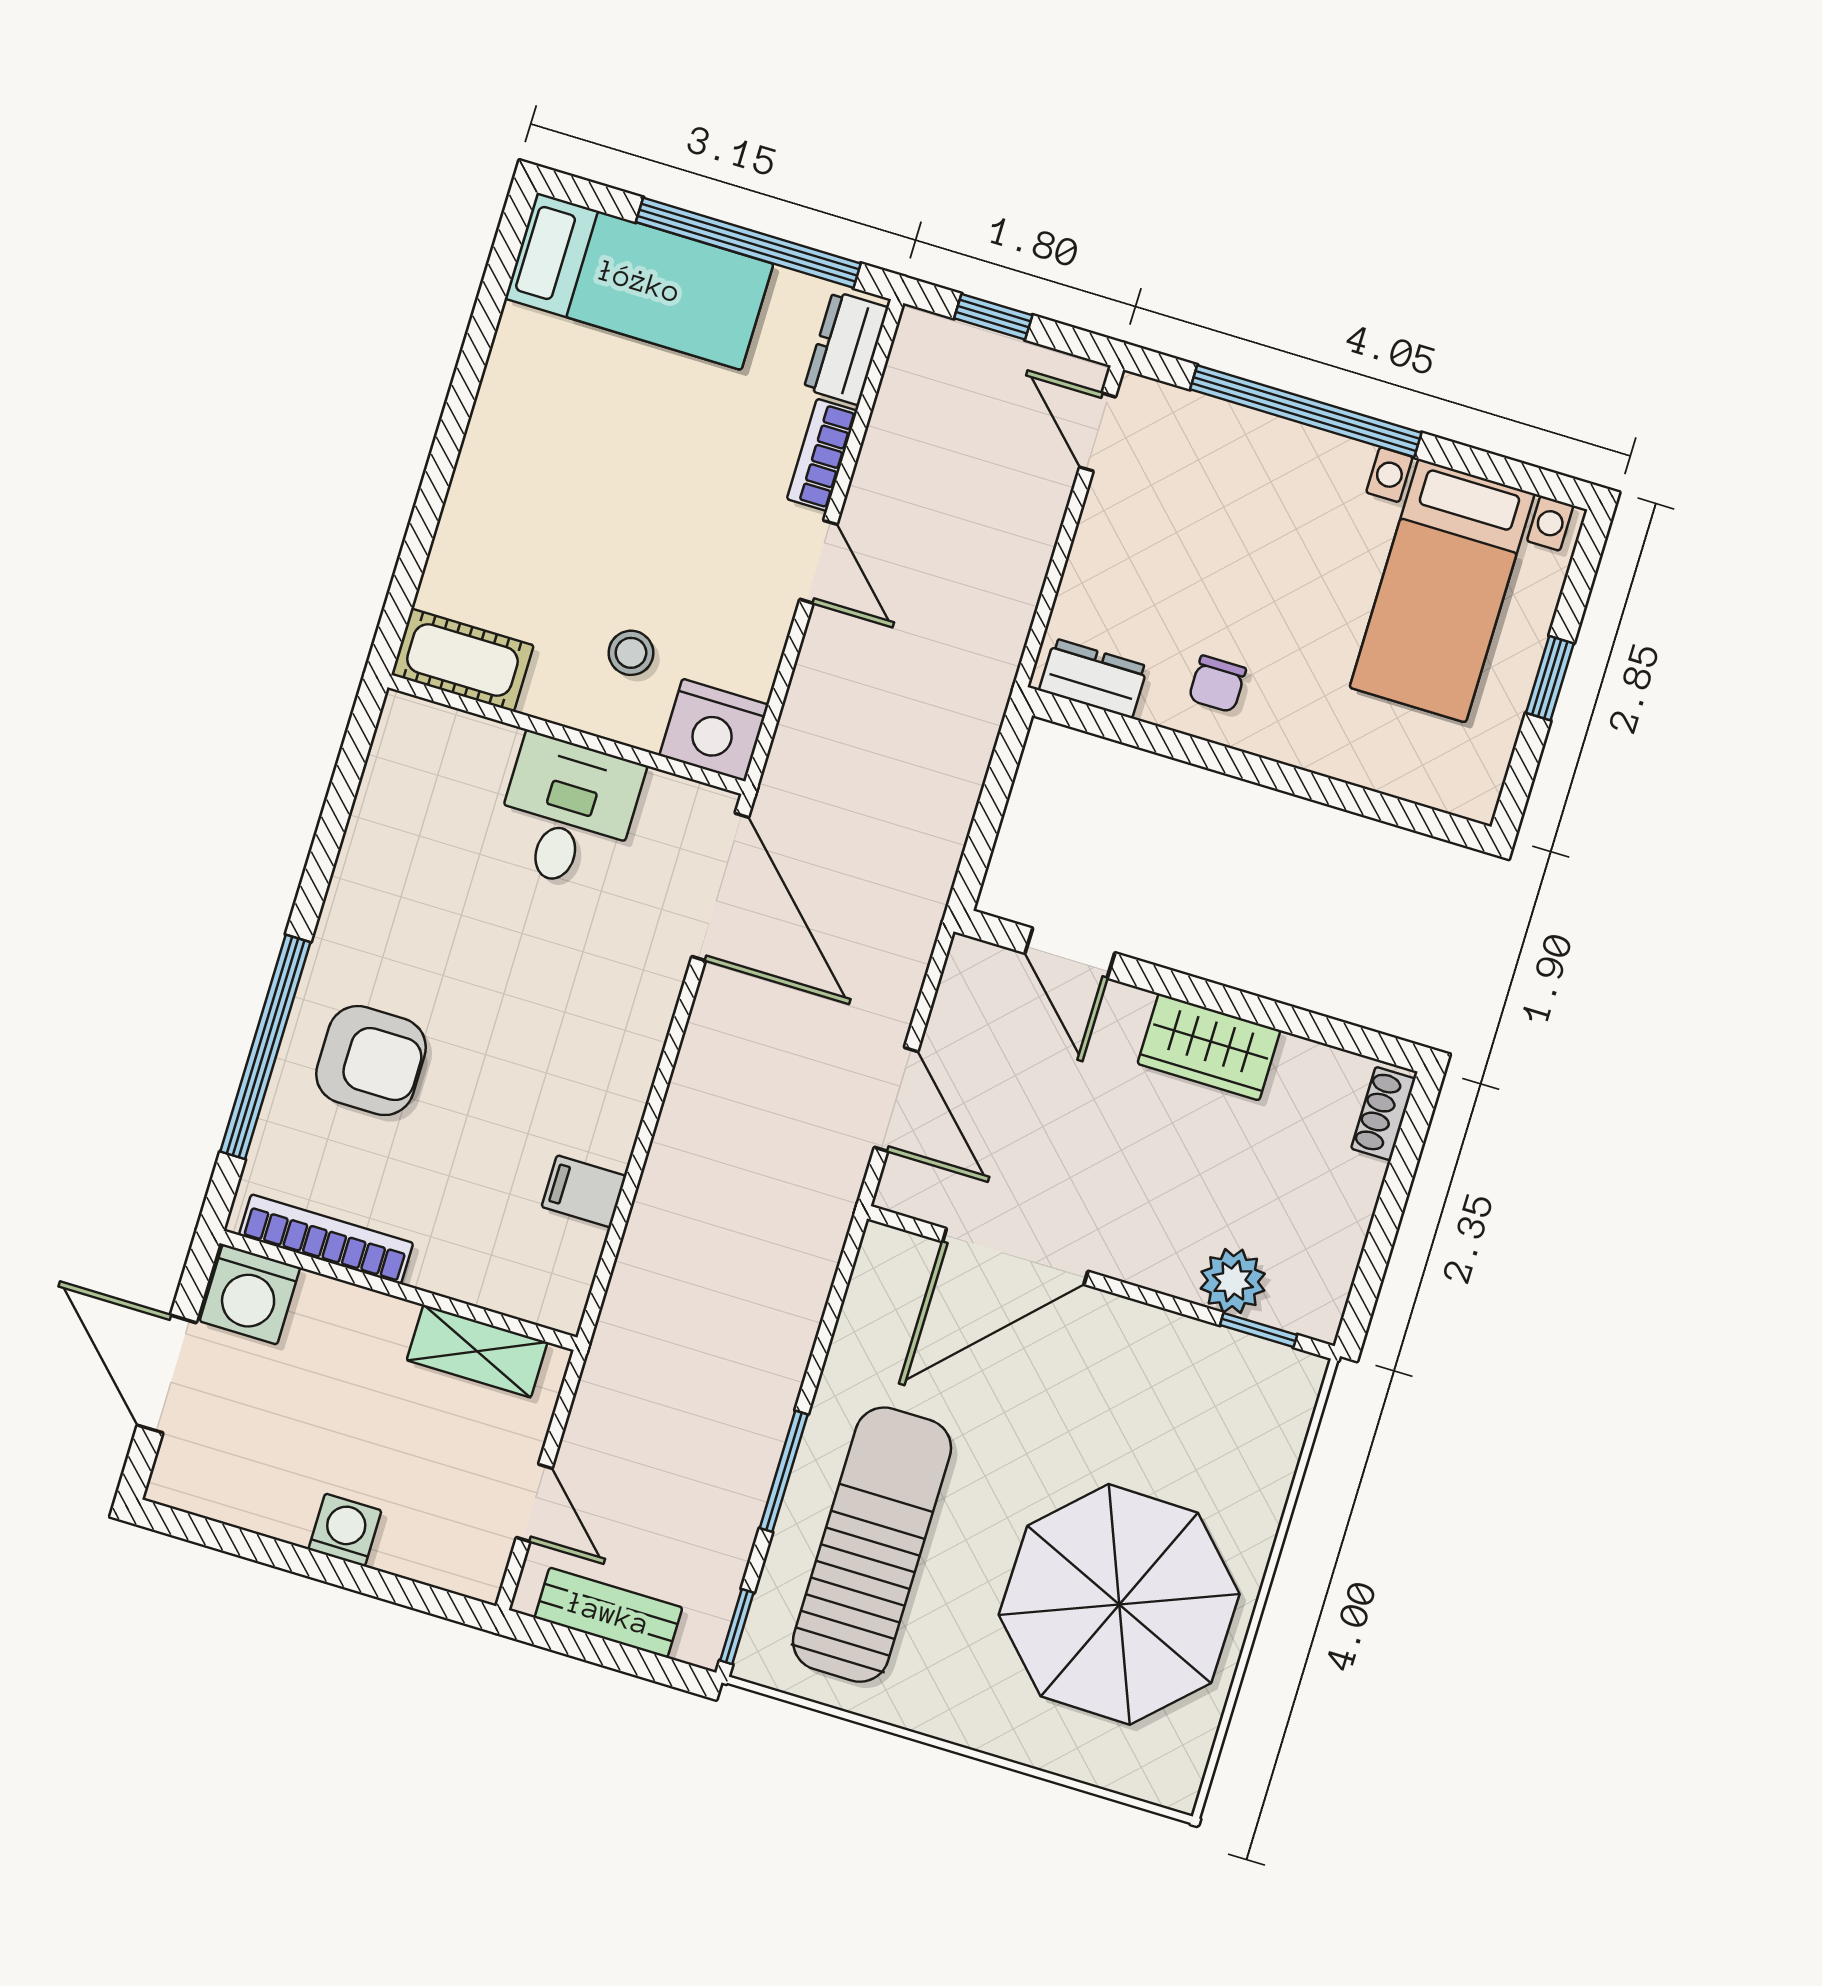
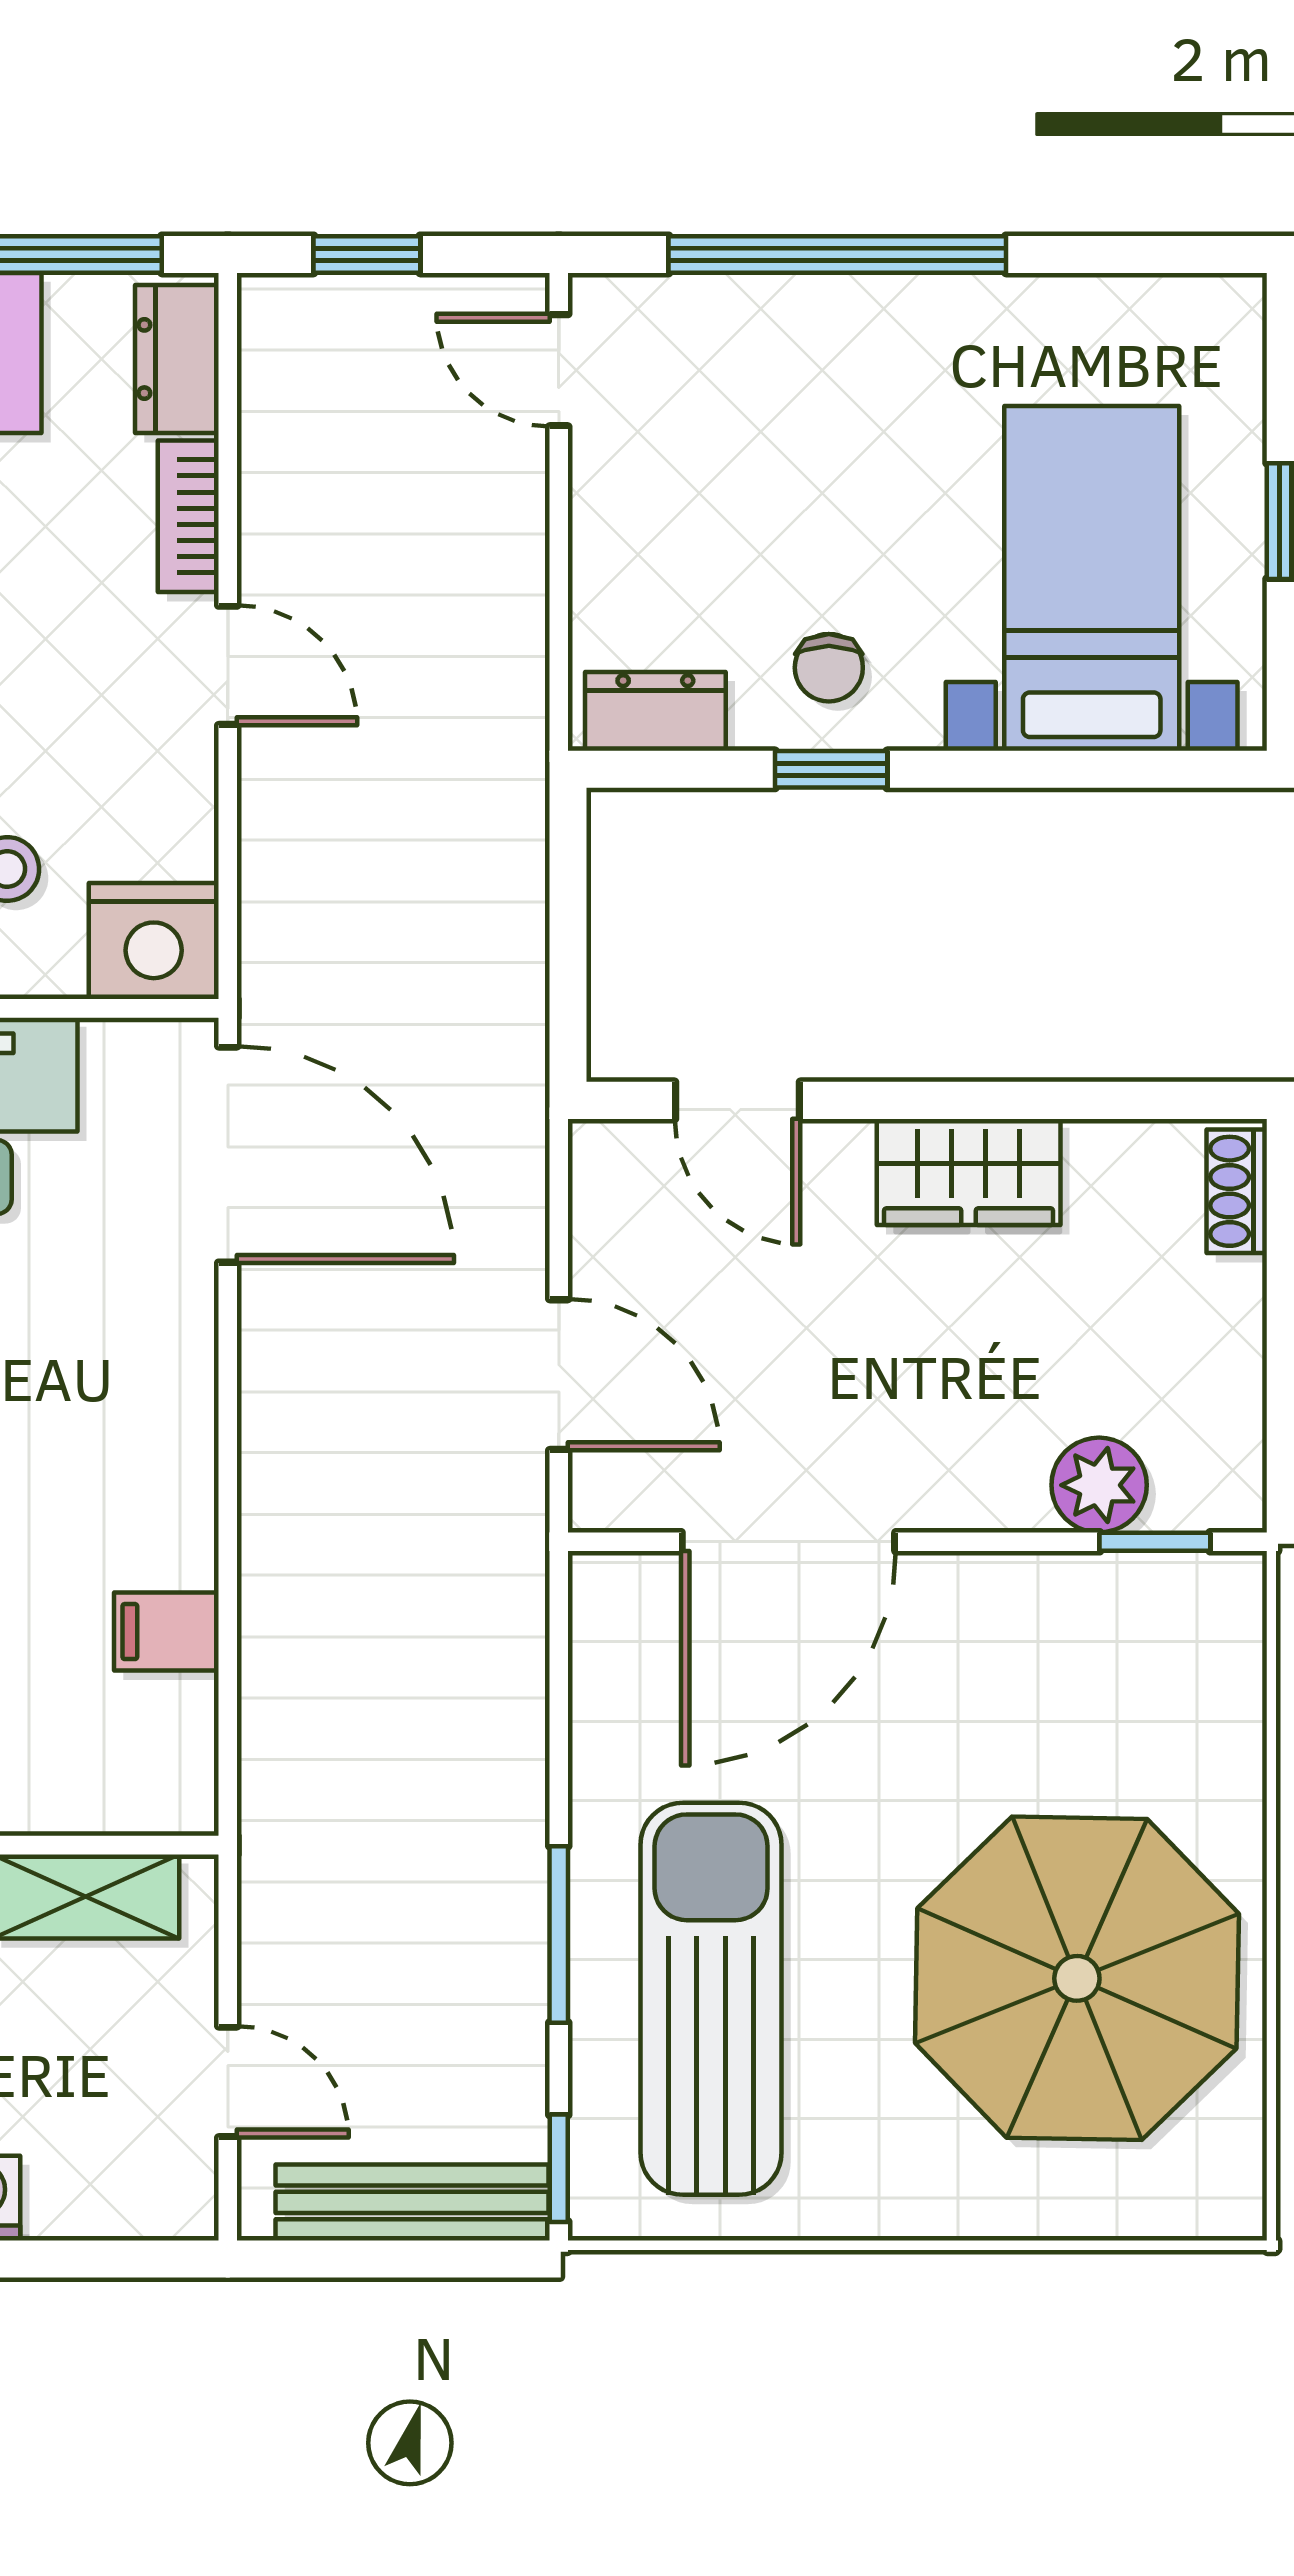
bed with nightstands: (1442, 591) -> (1092, 578), moved, turned 180
window: (1198, 752) -> (831, 769), added
bench: (608, 1613) -> (412, 2202), width x1.36

